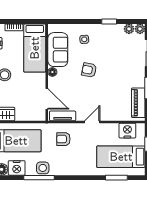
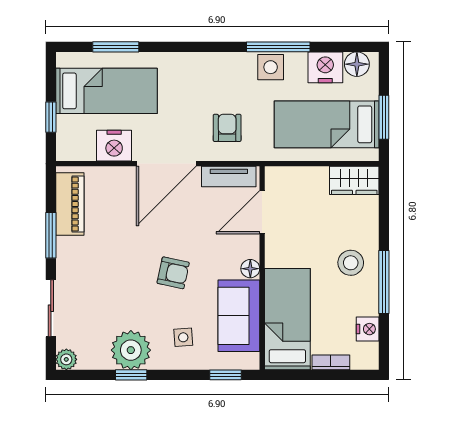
window: (64, 21) -> (225, 375), added
plant: (129, 29) -> (131, 350), moved, width x1.88, depth x1.88
door: (47, 99) -> (262, 212), hinge flipped
door: (92, 122) -> (166, 164), width x1.88
nightstand: (127, 131) -> (114, 146), moved
armchair: (63, 139) -> (227, 128), turned -90

